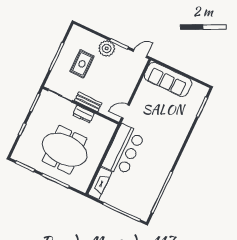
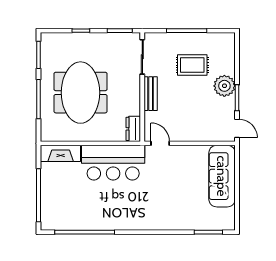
dresser: (83, 114) -> (133, 129), moved

